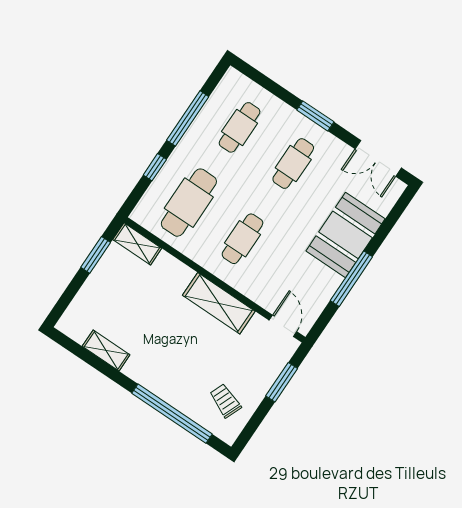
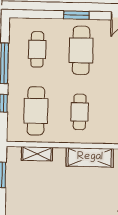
cafe table: (293, 164) -> (81, 50), width x1.37, depth x1.35
shelving: (137, 244) -> (37, 154), moved

